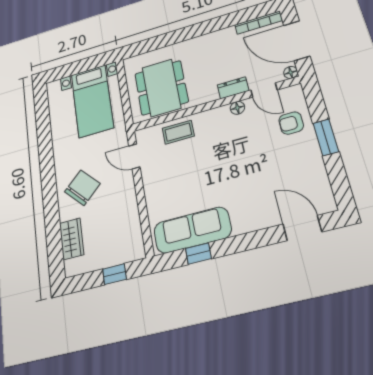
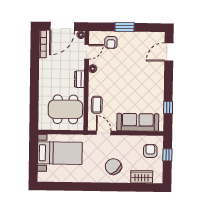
dresser: (233, 88) -> (79, 79), moved
door: (134, 156) -> (104, 133), swing flipped
sofa: (192, 230) -> (138, 122), moved, turned 90
armchair: (117, 242) -> (150, 151), added

